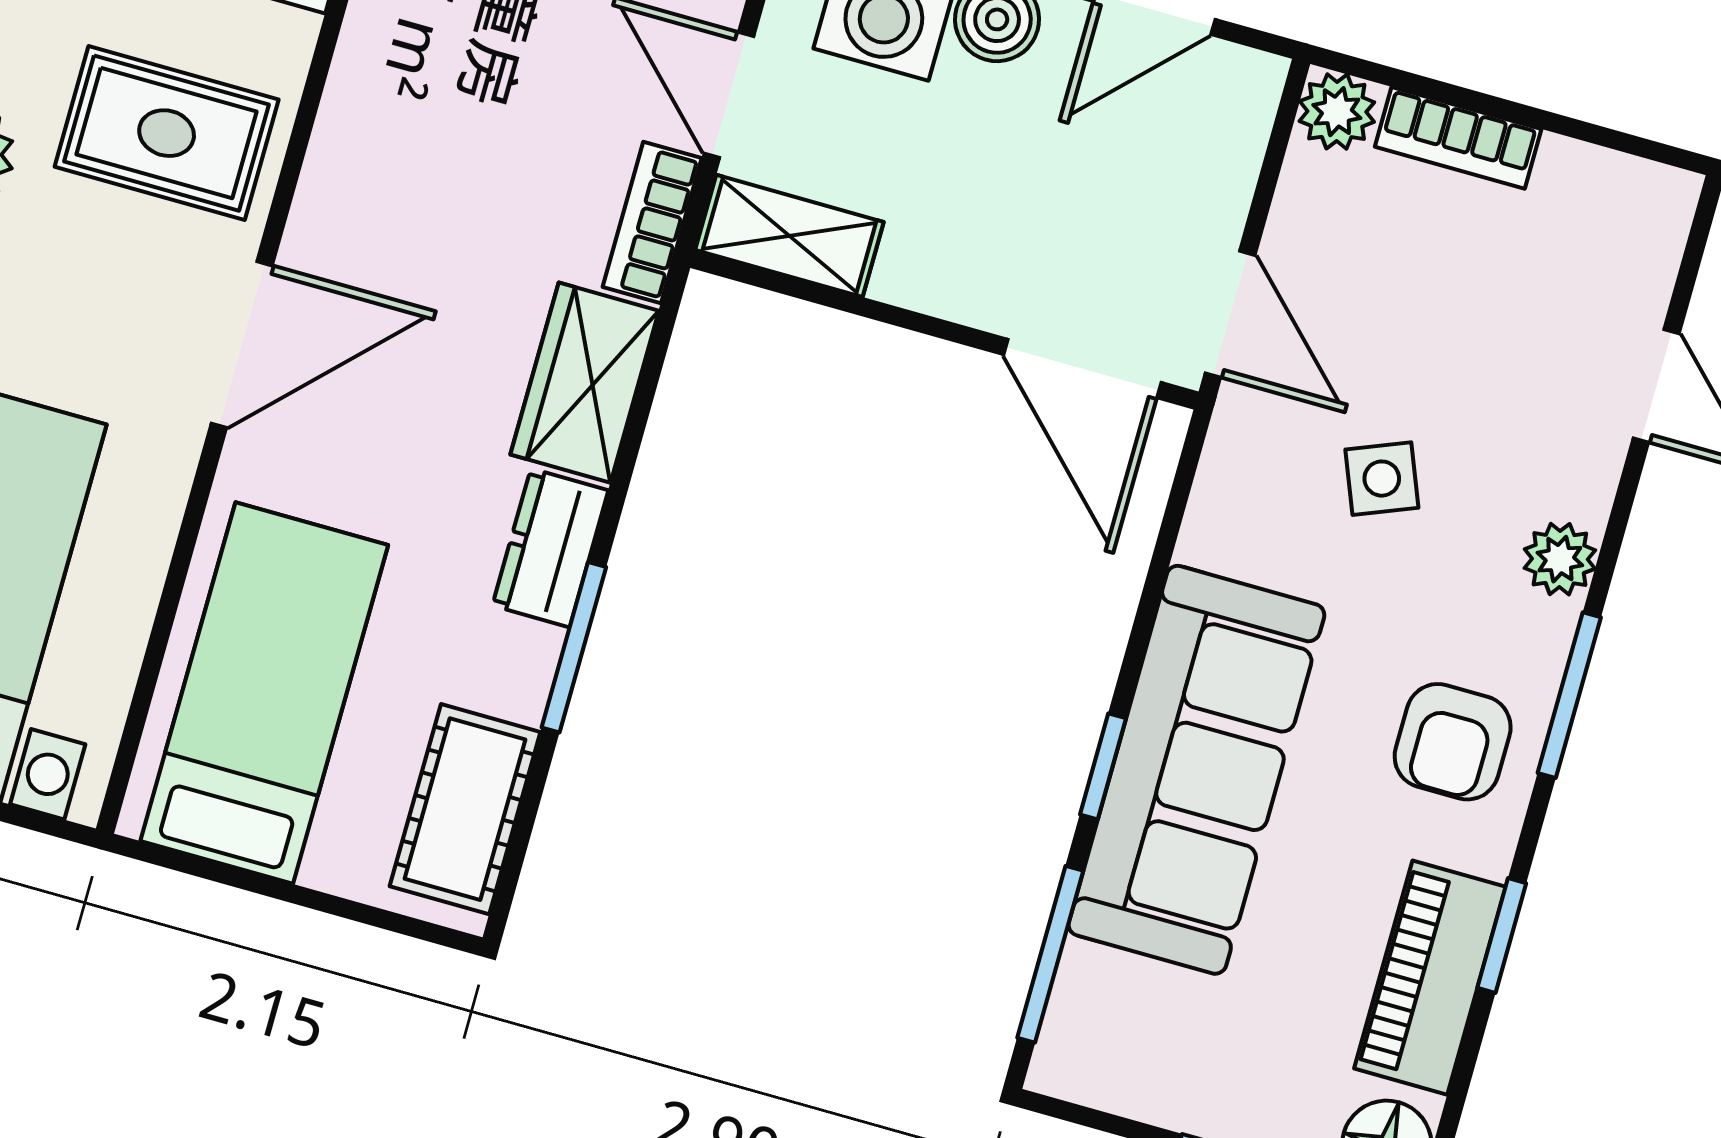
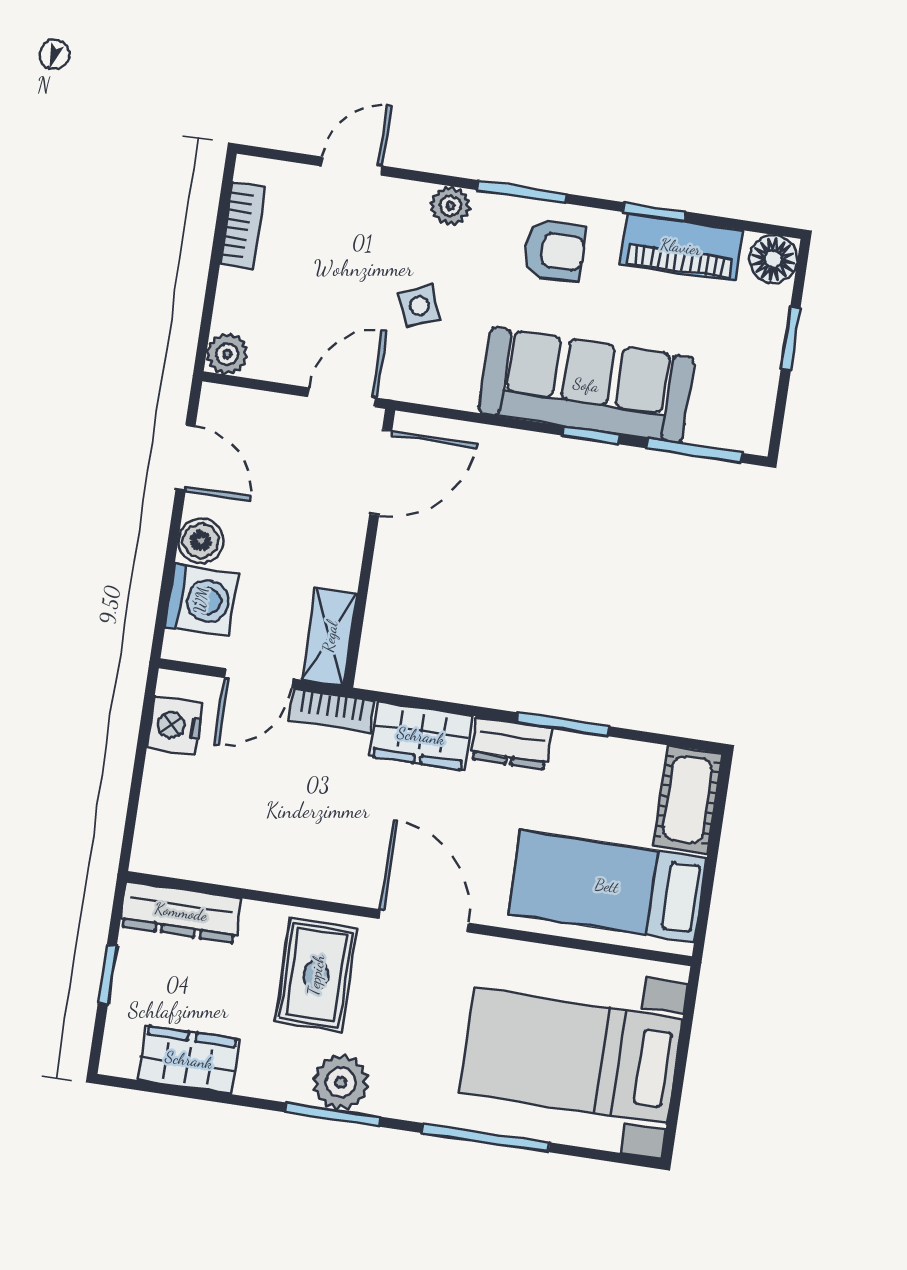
bookcase: (1458, 138) -> (243, 225), moved
cot: (465, 809) -> (688, 800), moved, turned 90

